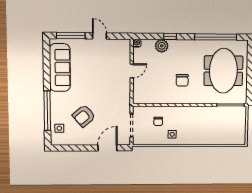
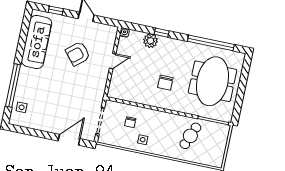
window: (71, 36) -> (56, 11), width x0.46
armchair: (84, 116) -> (78, 54), moved
cafe table: (213, 122) -> (190, 136), added

